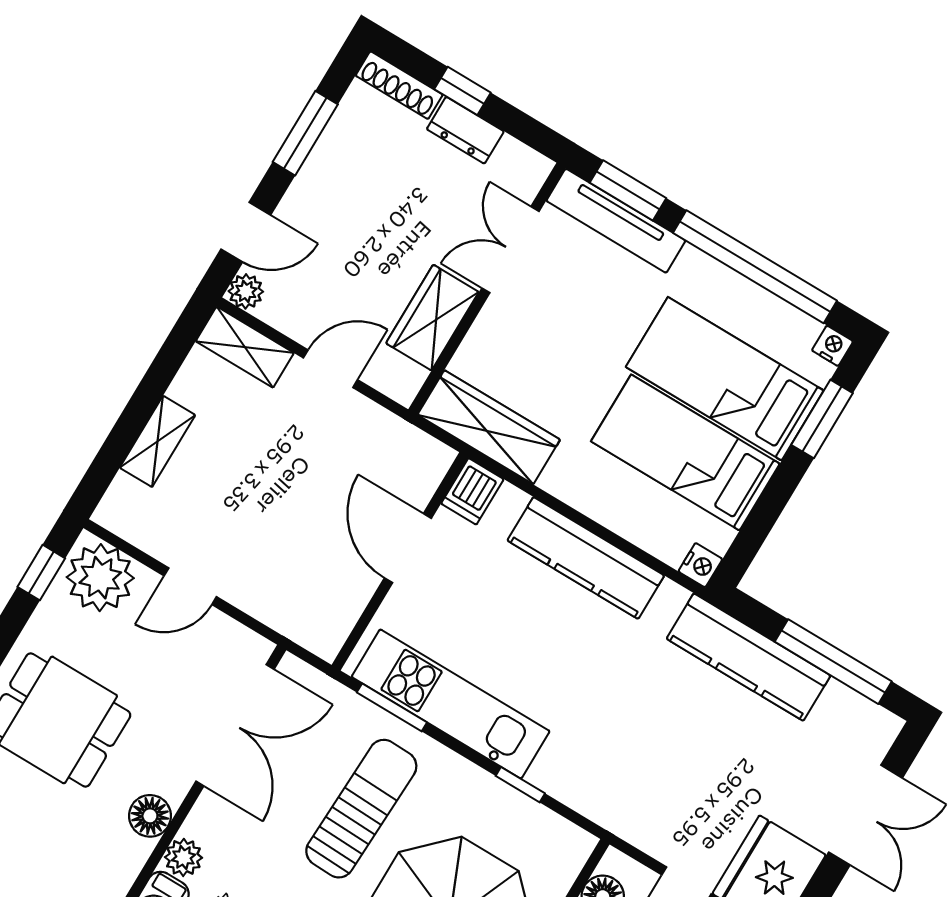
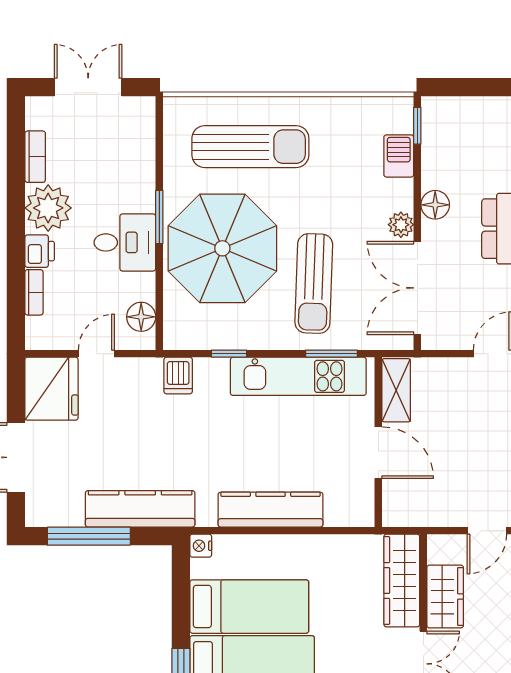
wardrobe: (489, 427) -> (402, 581), moved, turned 90
dishwasher: (472, 491) -> (178, 376), moved, turned 180
shelving: (339, 613) -> (396, 390), added
plant: (183, 857) -> (401, 225), moved

